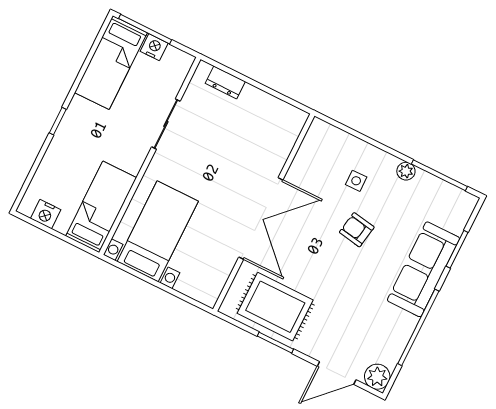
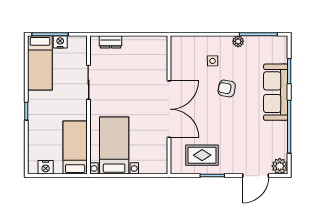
rug: (275, 307) -> (202, 155), width x0.73, depth x0.70

